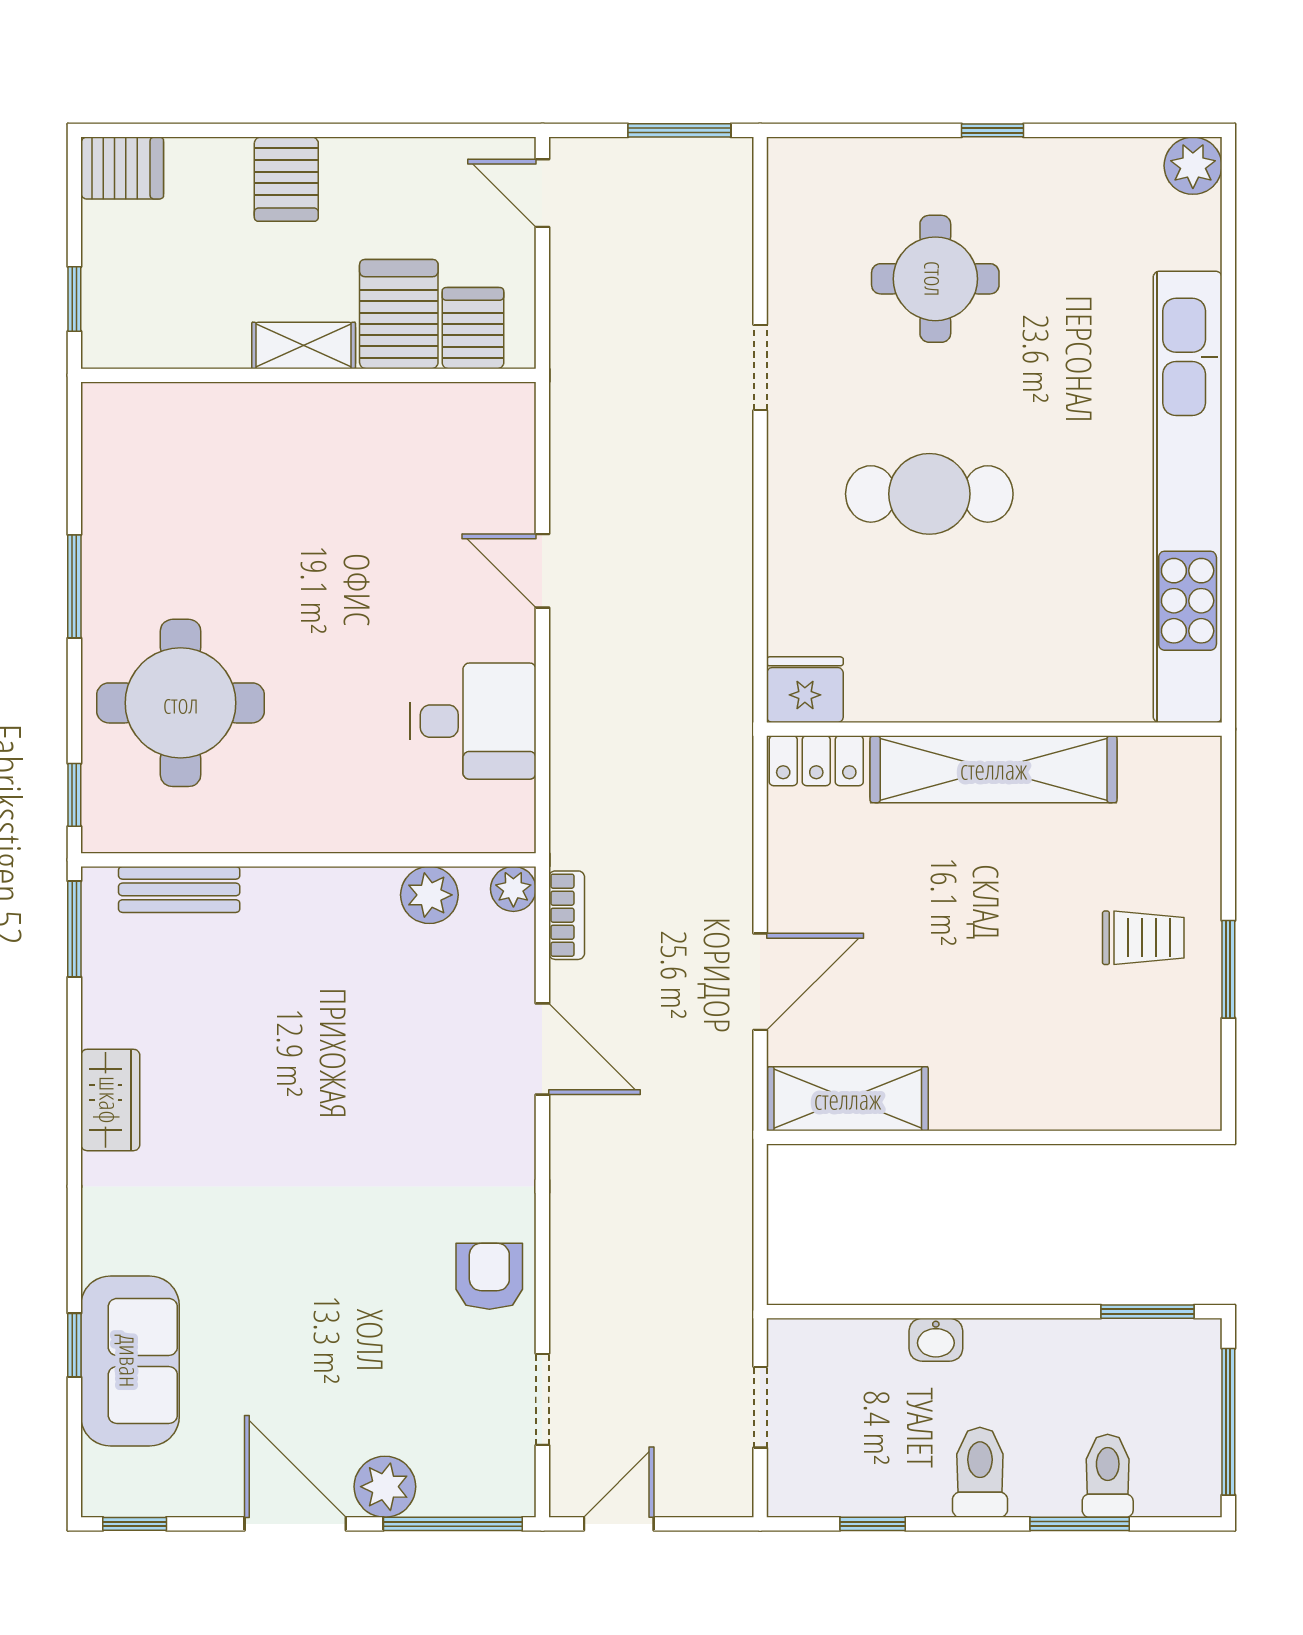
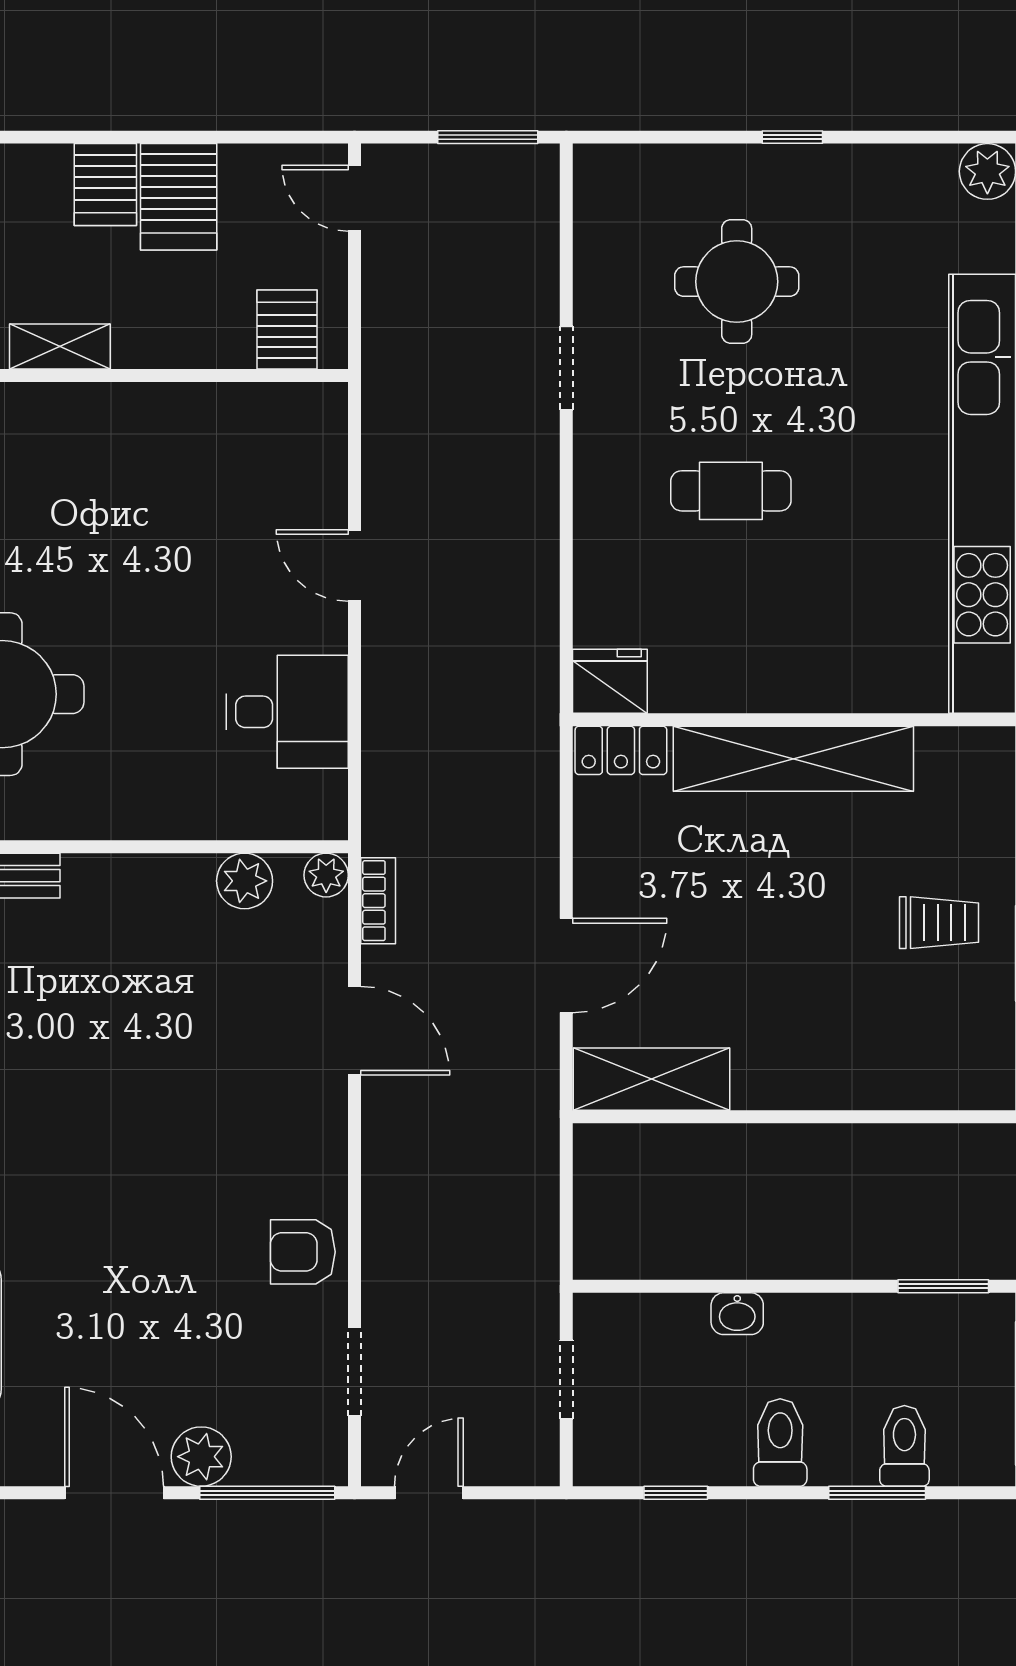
server rack: (399, 314) -> (179, 197), moved, turned 180
shelving: (304, 346) -> (60, 346), moved
cafe table: (929, 494) -> (731, 491), width x0.73, depth x0.74
armchair: (489, 1276) -> (303, 1252), turned -90

